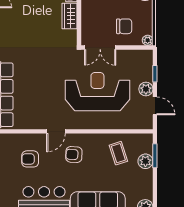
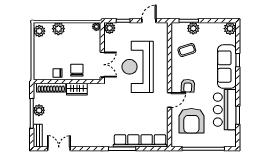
chair: (124, 26) -> (77, 70), moved
plant: (146, 89) -> (110, 28), moved
door: (56, 131) -> (169, 100), hinge flipped
armchair: (30, 159) -> (191, 121), width x1.88, depth x1.88

